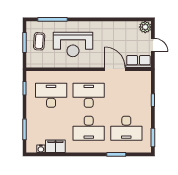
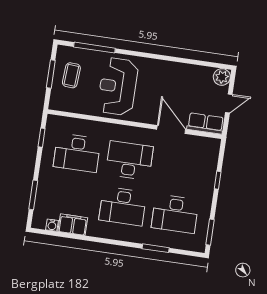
reception desk: (73, 44) -> (118, 86), turned 90
door: (153, 45) -> (229, 103), hinge flipped
desk: (51, 95) -> (77, 153), turned 180

